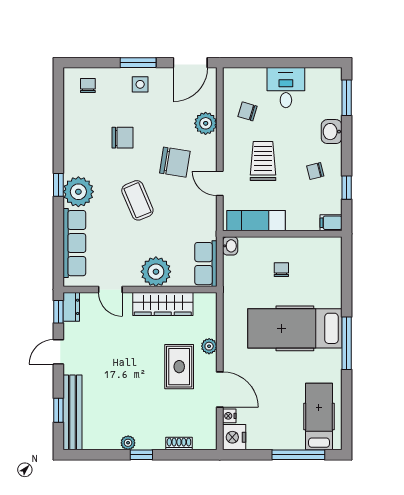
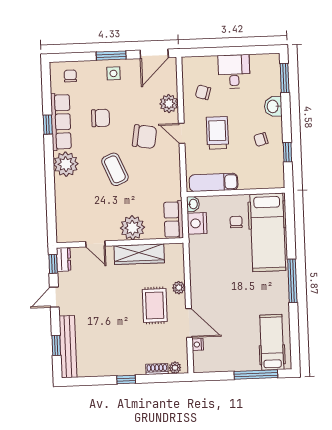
door: (220, 183) -> (182, 133), moved
window: (58, 185) -> (48, 125), moved
filing cabinet: (331, 223) -> (276, 182), removed
row of seats: (74, 243) -> (61, 122), moved
hospital bed: (295, 328) -> (268, 232), moved, turned -90
nightstand: (234, 437) -> (197, 223), moved
plant: (128, 443) -> (175, 368), moved

